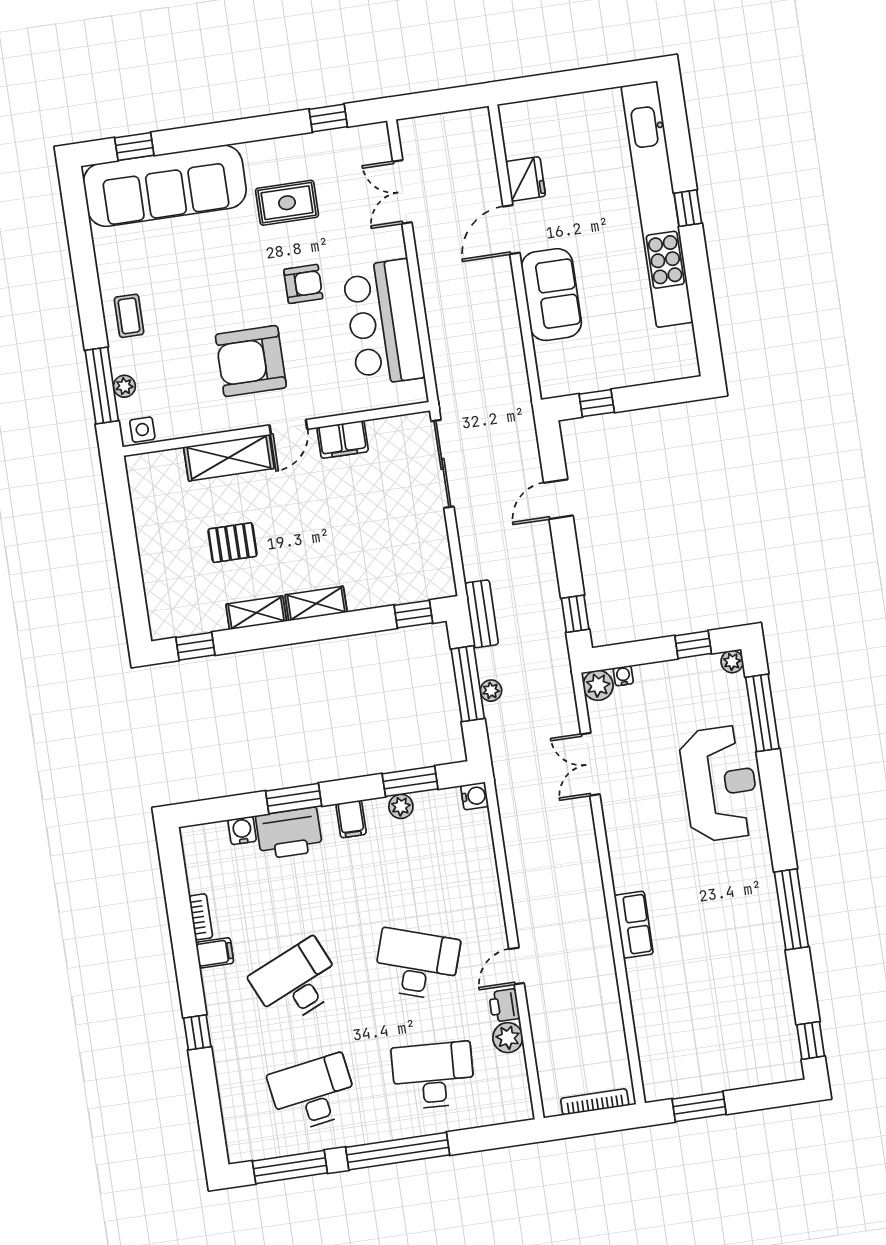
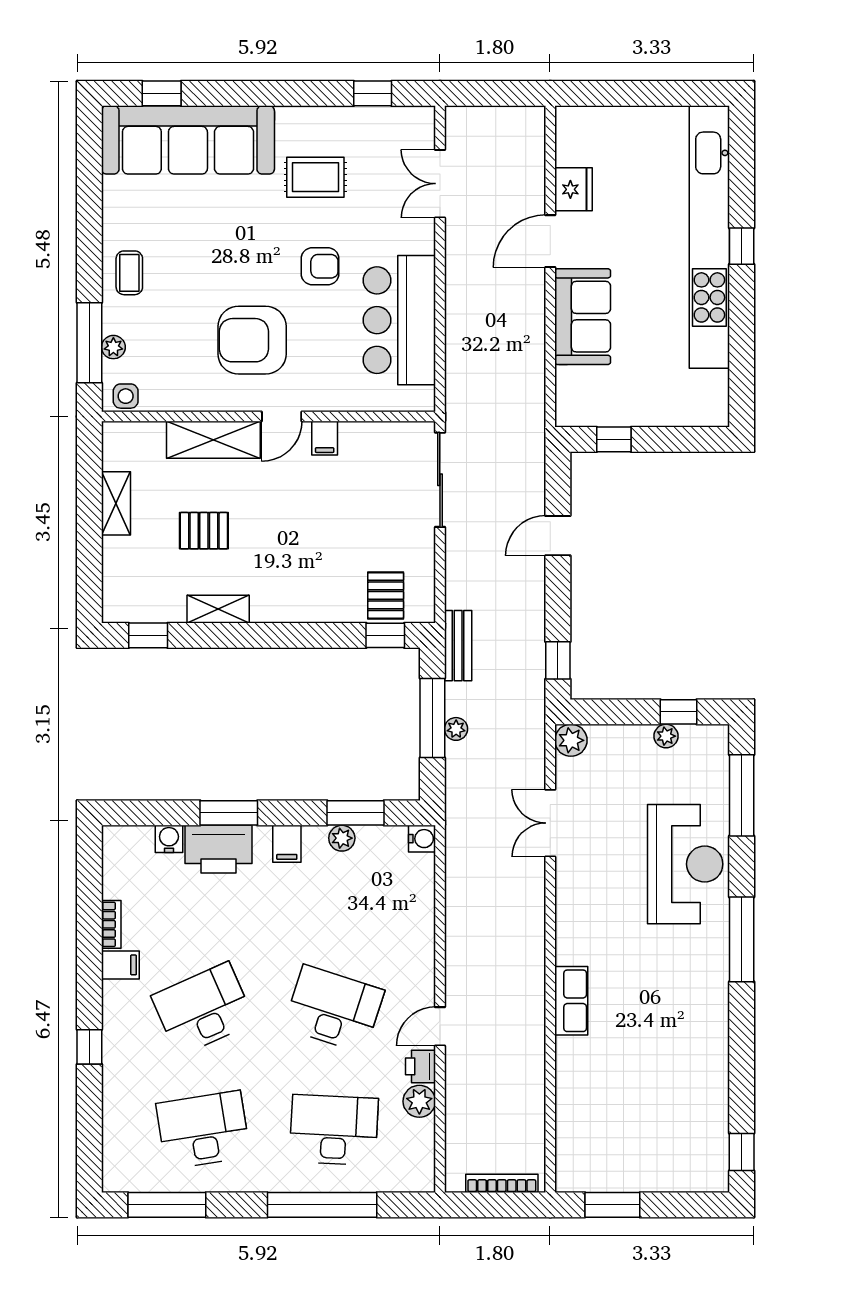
filing cabinet: (343, 439) -> (325, 438), width x0.50
pallet: (408, 577) -> (386, 595), added
shelving: (316, 604) -> (116, 503), moved, turned 90
plant: (732, 662) -> (666, 736), moved
water cooler: (623, 676) -> (599, 734), removed
window: (791, 909) -> (742, 939), moved
window: (398, 1151) -> (322, 1205), moved

